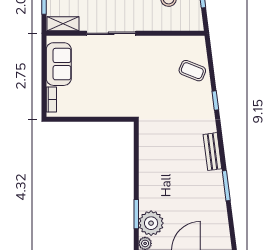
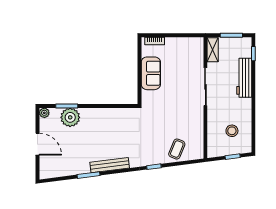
sofa: (59, 64) -> (151, 73), moved, turned -90
bench: (212, 152) -> (110, 165), width x1.36
plant: (151, 223) -> (70, 117), moved

